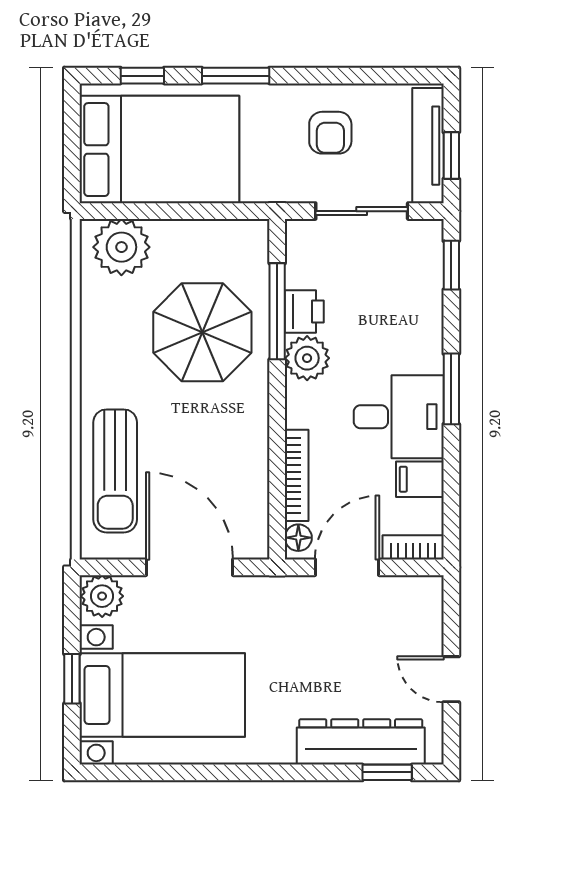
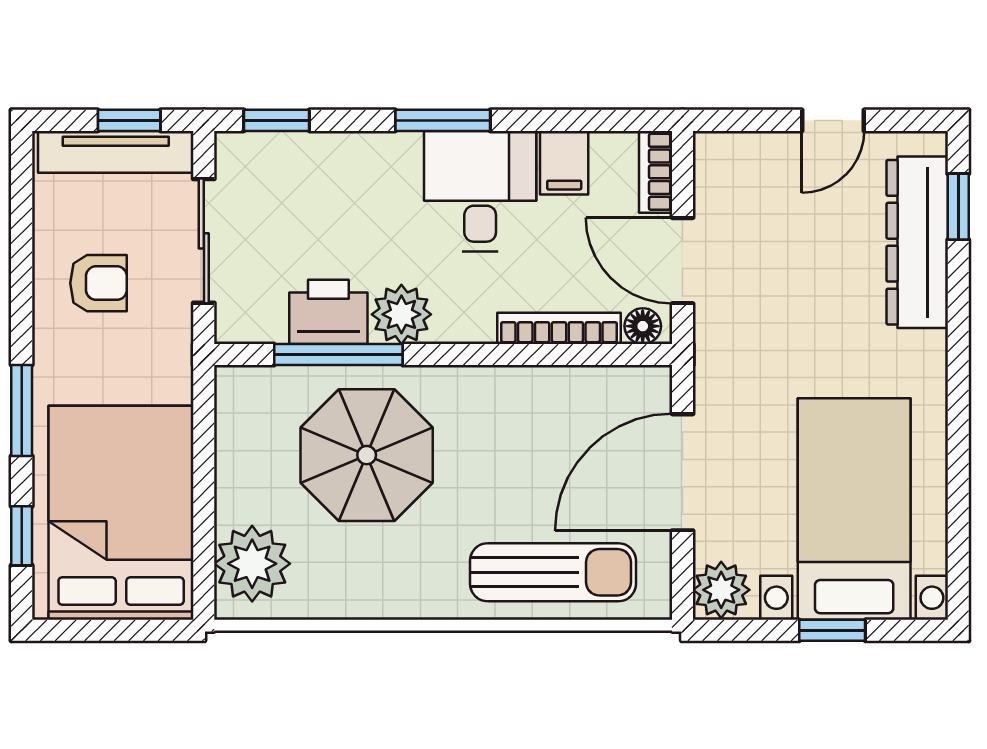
printer: (304, 312) -> (328, 312), width x1.36, depth x1.24

